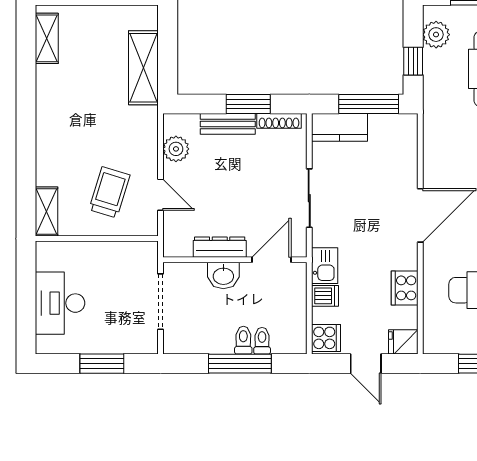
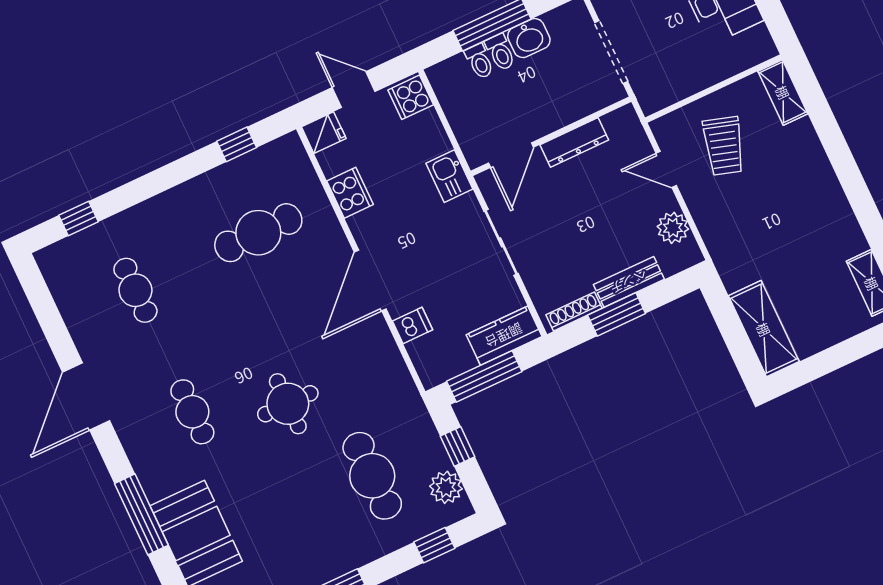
shelving: (143, 68) -> (764, 329), moved
washbasin: (223, 275) -> (529, 38), moved, turned 180
dishwasher: (325, 296) -> (412, 325), moved, turned 180

